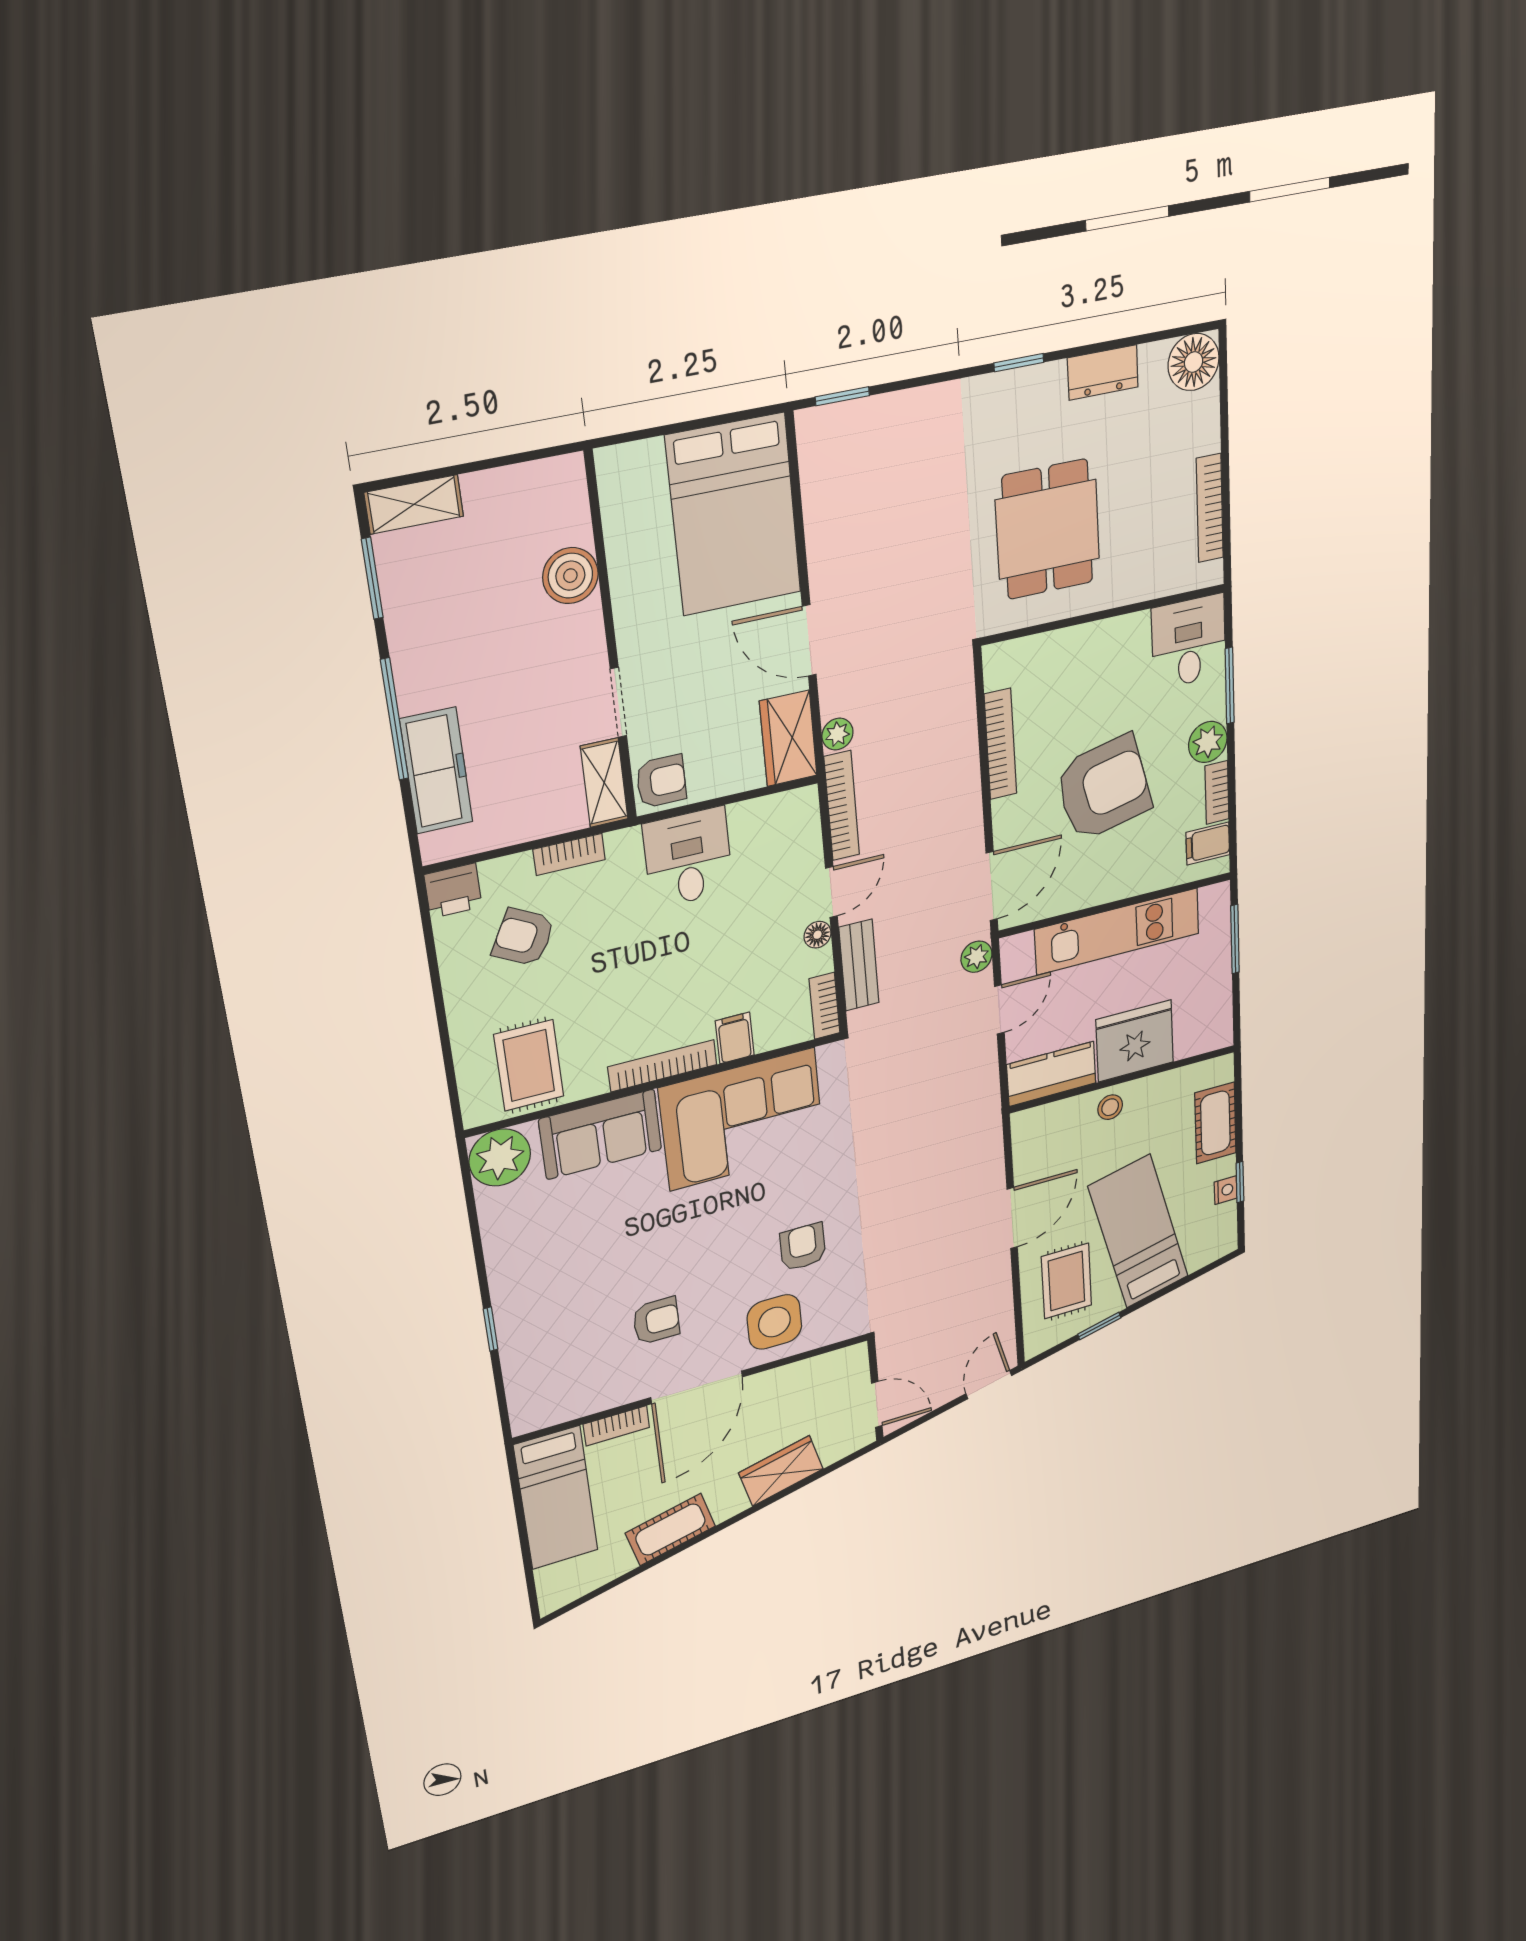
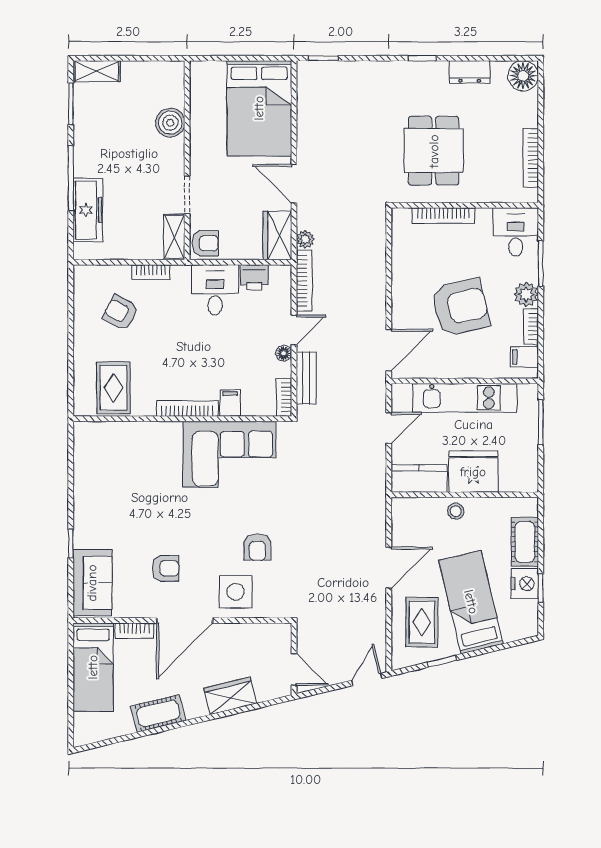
bookcase: (1000, 744) -> (443, 216), moved, turned 90
printer: (453, 891) -> (254, 277), moved
plant: (976, 957) -> (377, 391), removed
sofa: (600, 1134) -> (92, 583), moved, turned -90
plant: (500, 1157) -> (90, 438), removed
nightstand: (1226, 1190) -> (525, 584), width x1.89, depth x1.79
armchair: (803, 1247) -> (257, 547), turned 180

